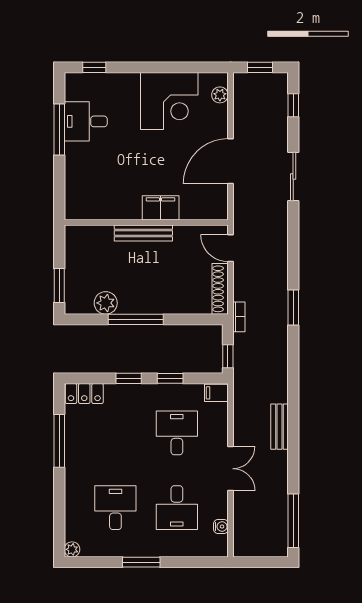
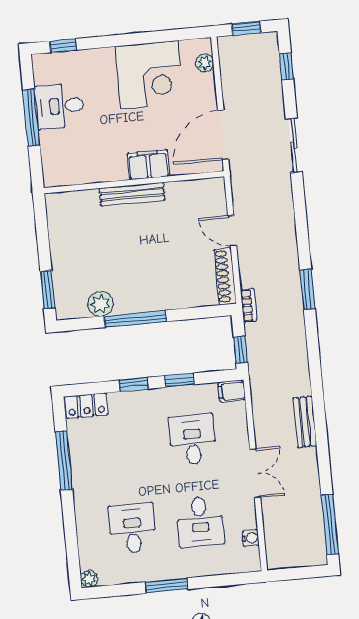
filing cabinet: (161, 208) -> (148, 165), moved
wall: (146, 222) -> (134, 182), moved
bench: (143, 233) -> (132, 194), moved

